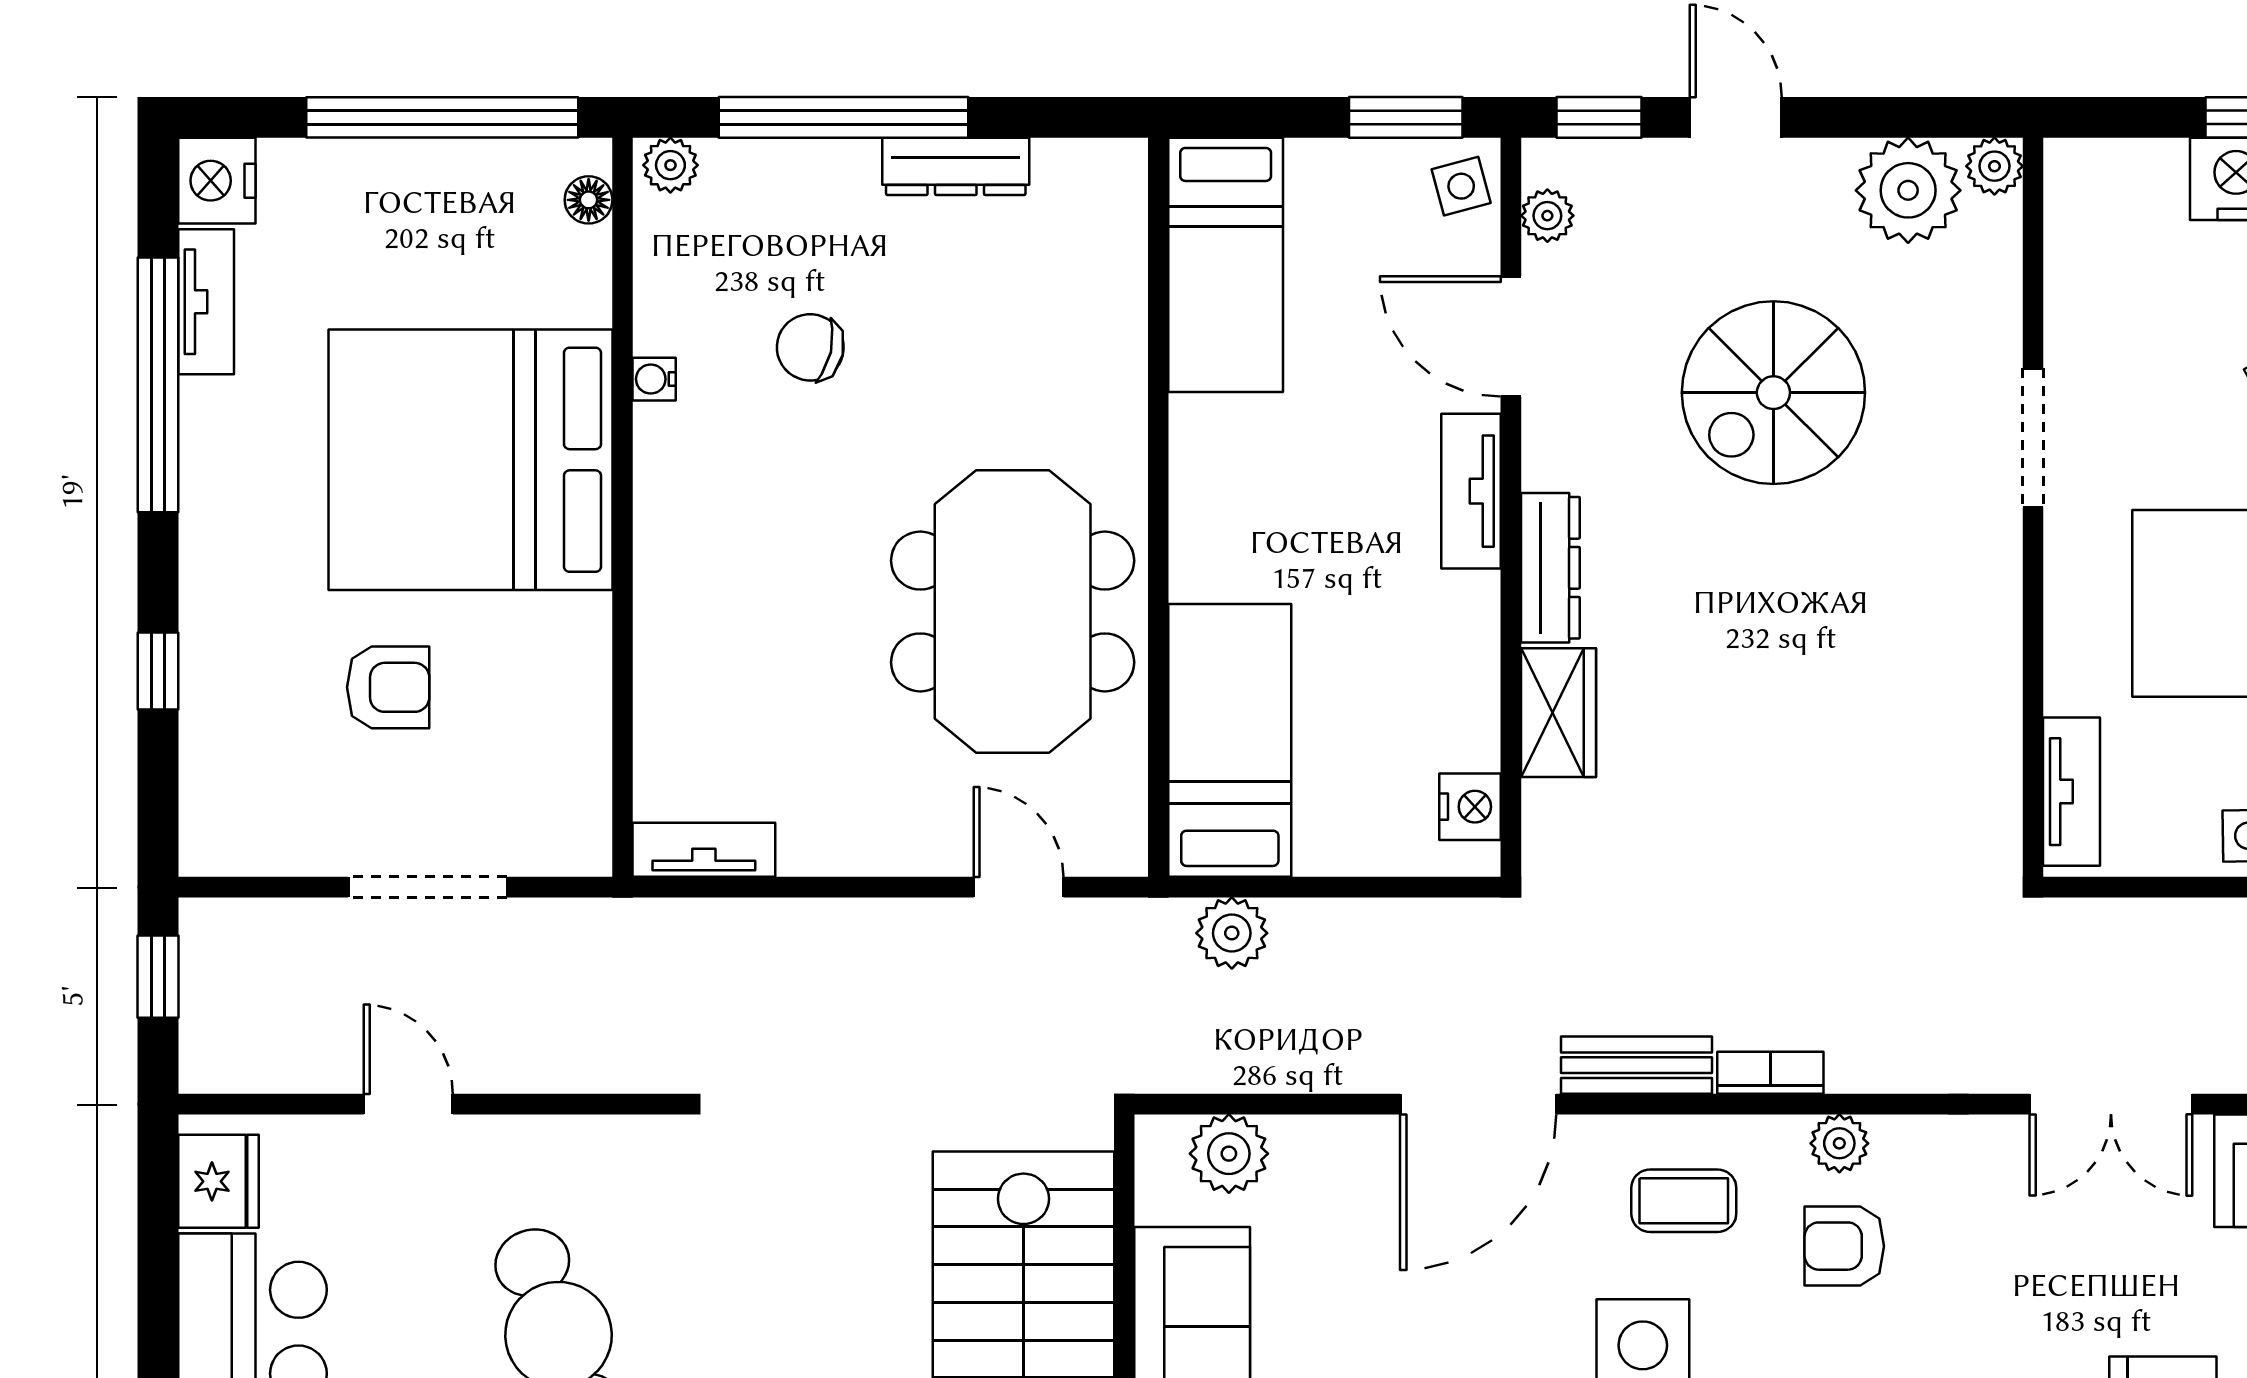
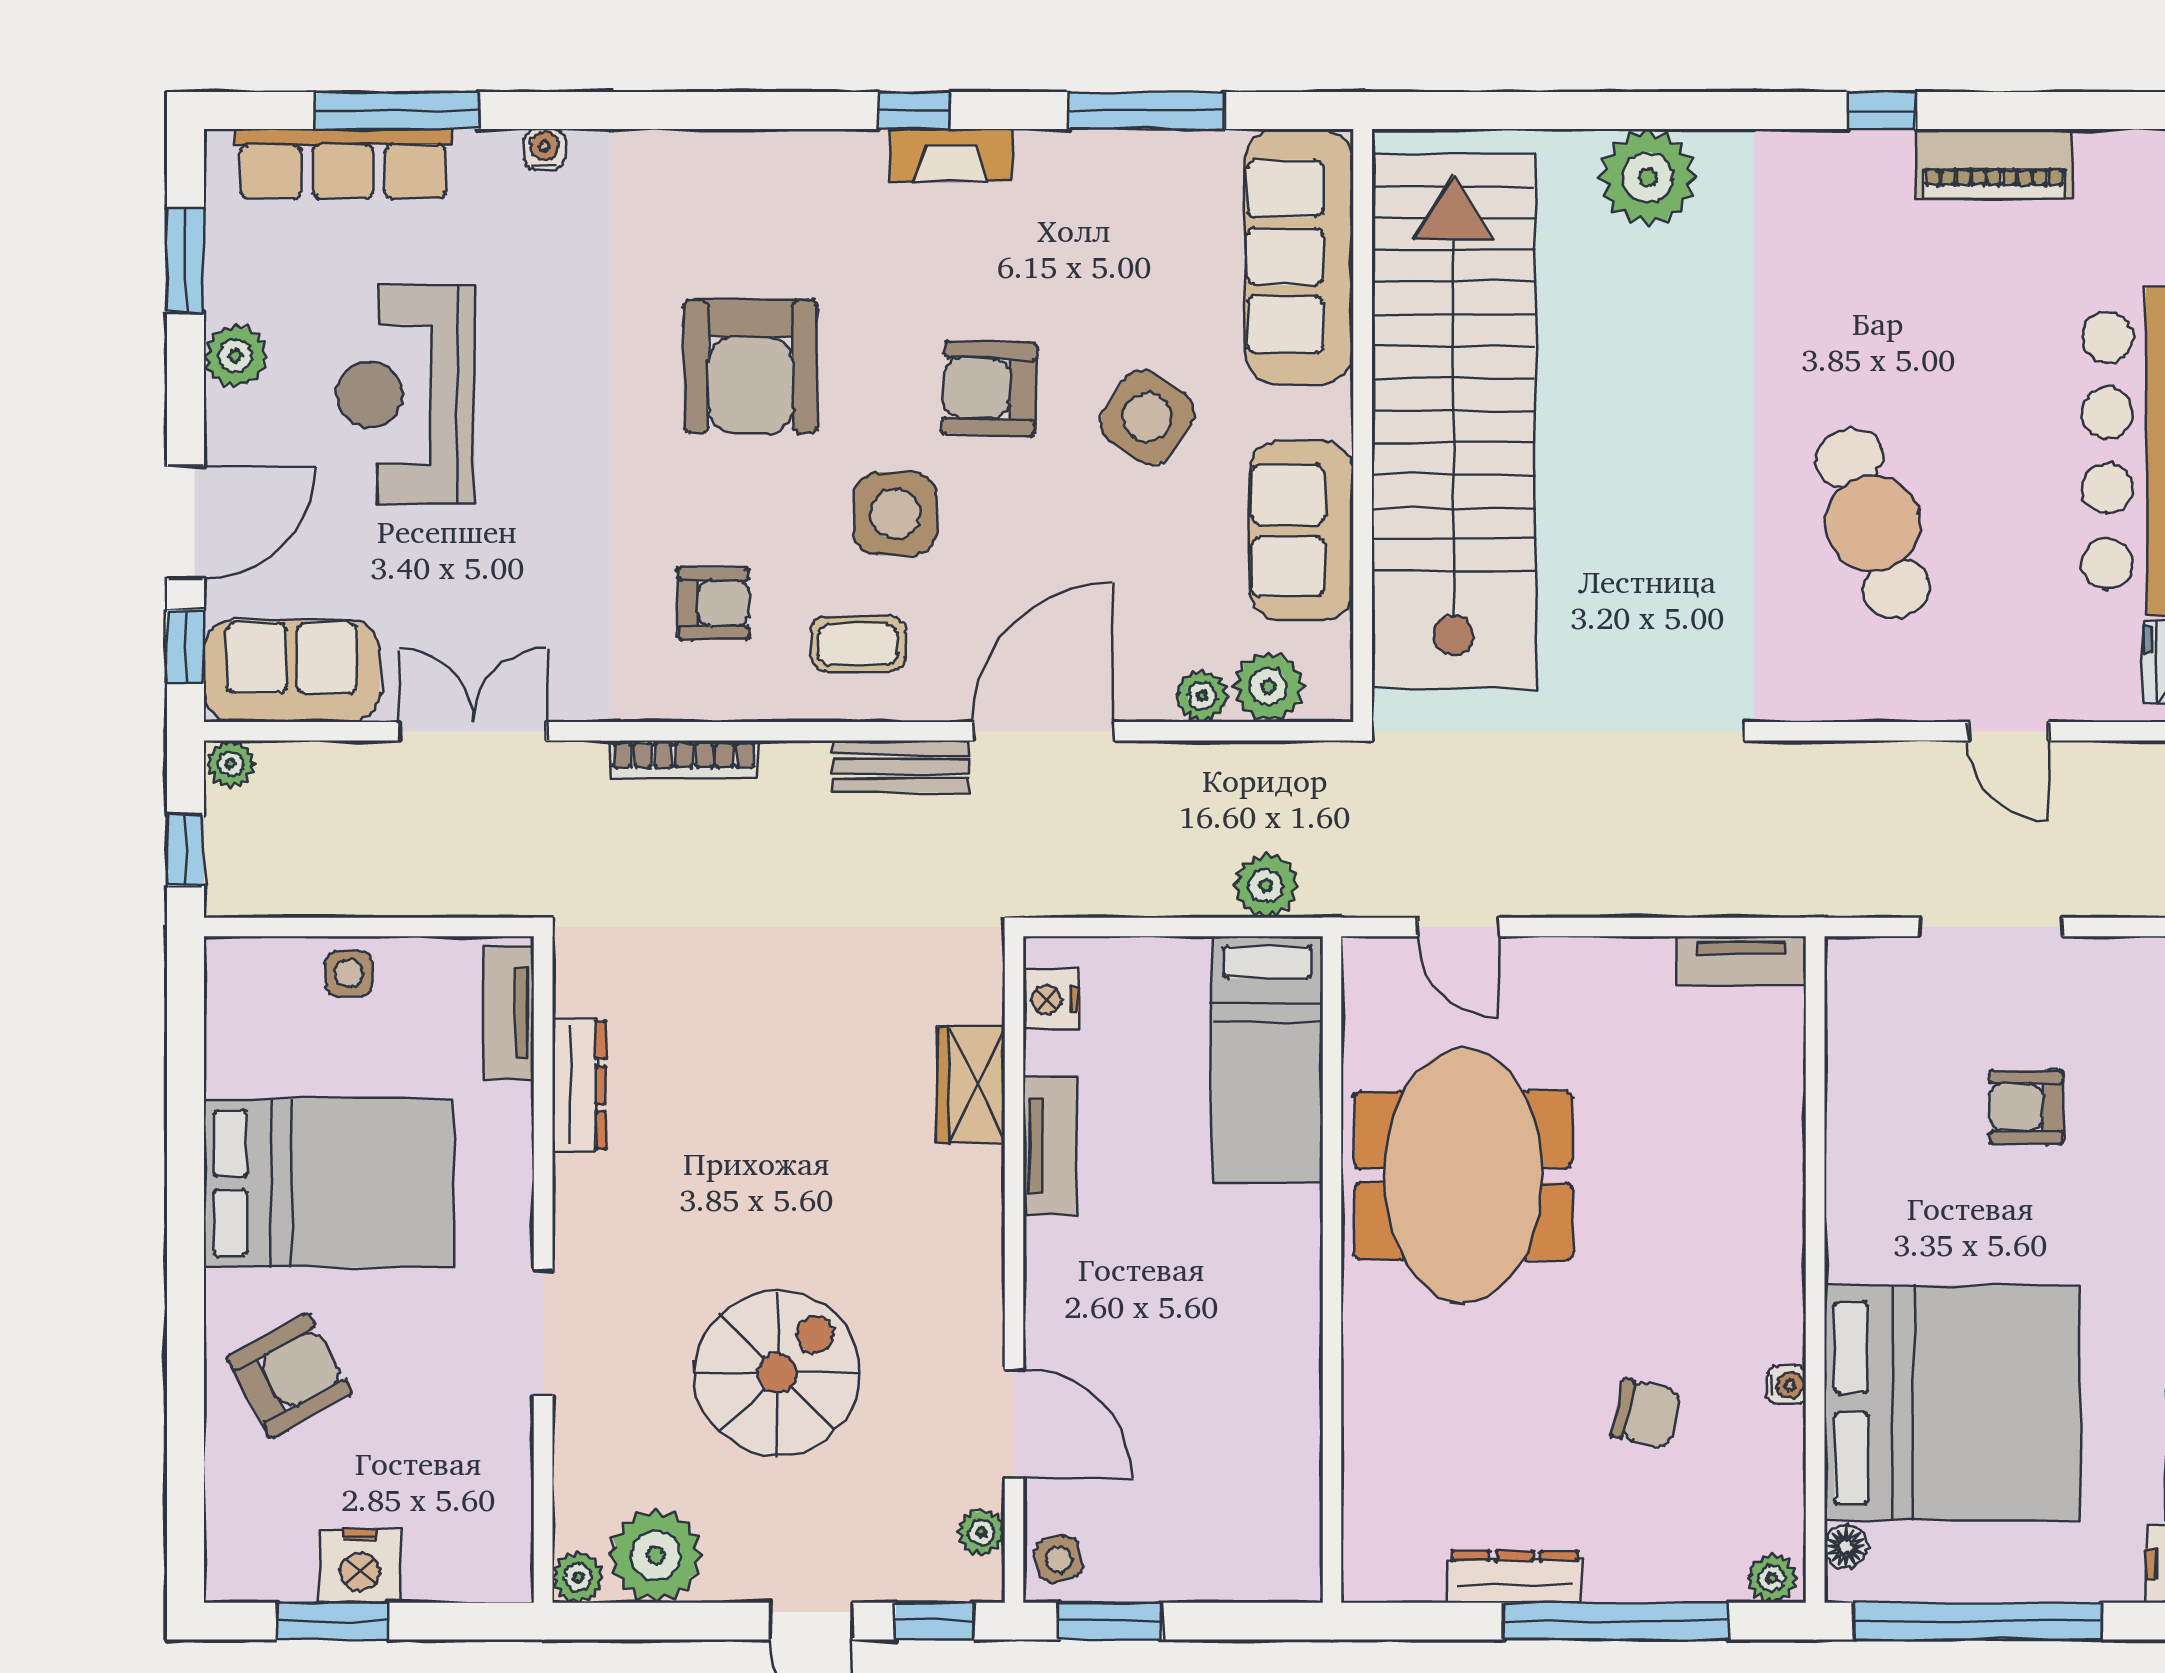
bed: (1226, 265) -> (1271, 1488), removed
bed: (470, 460) -> (1952, 1403), moved
tv unit: (1471, 491) -> (1050, 1146), moved
dresser: (1550, 568) -> (579, 1085), moved, turned 180
bookcase: (1770, 1073) -> (684, 760), moved, width x1.56
plant: (1839, 1143) -> (1202, 696), moved

